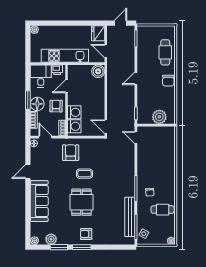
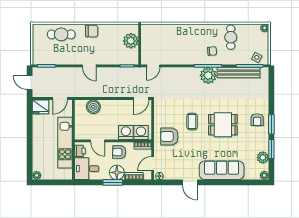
boiler: (98, 71) -> (93, 107), moved
plant: (127, 189) -> (208, 75), added

